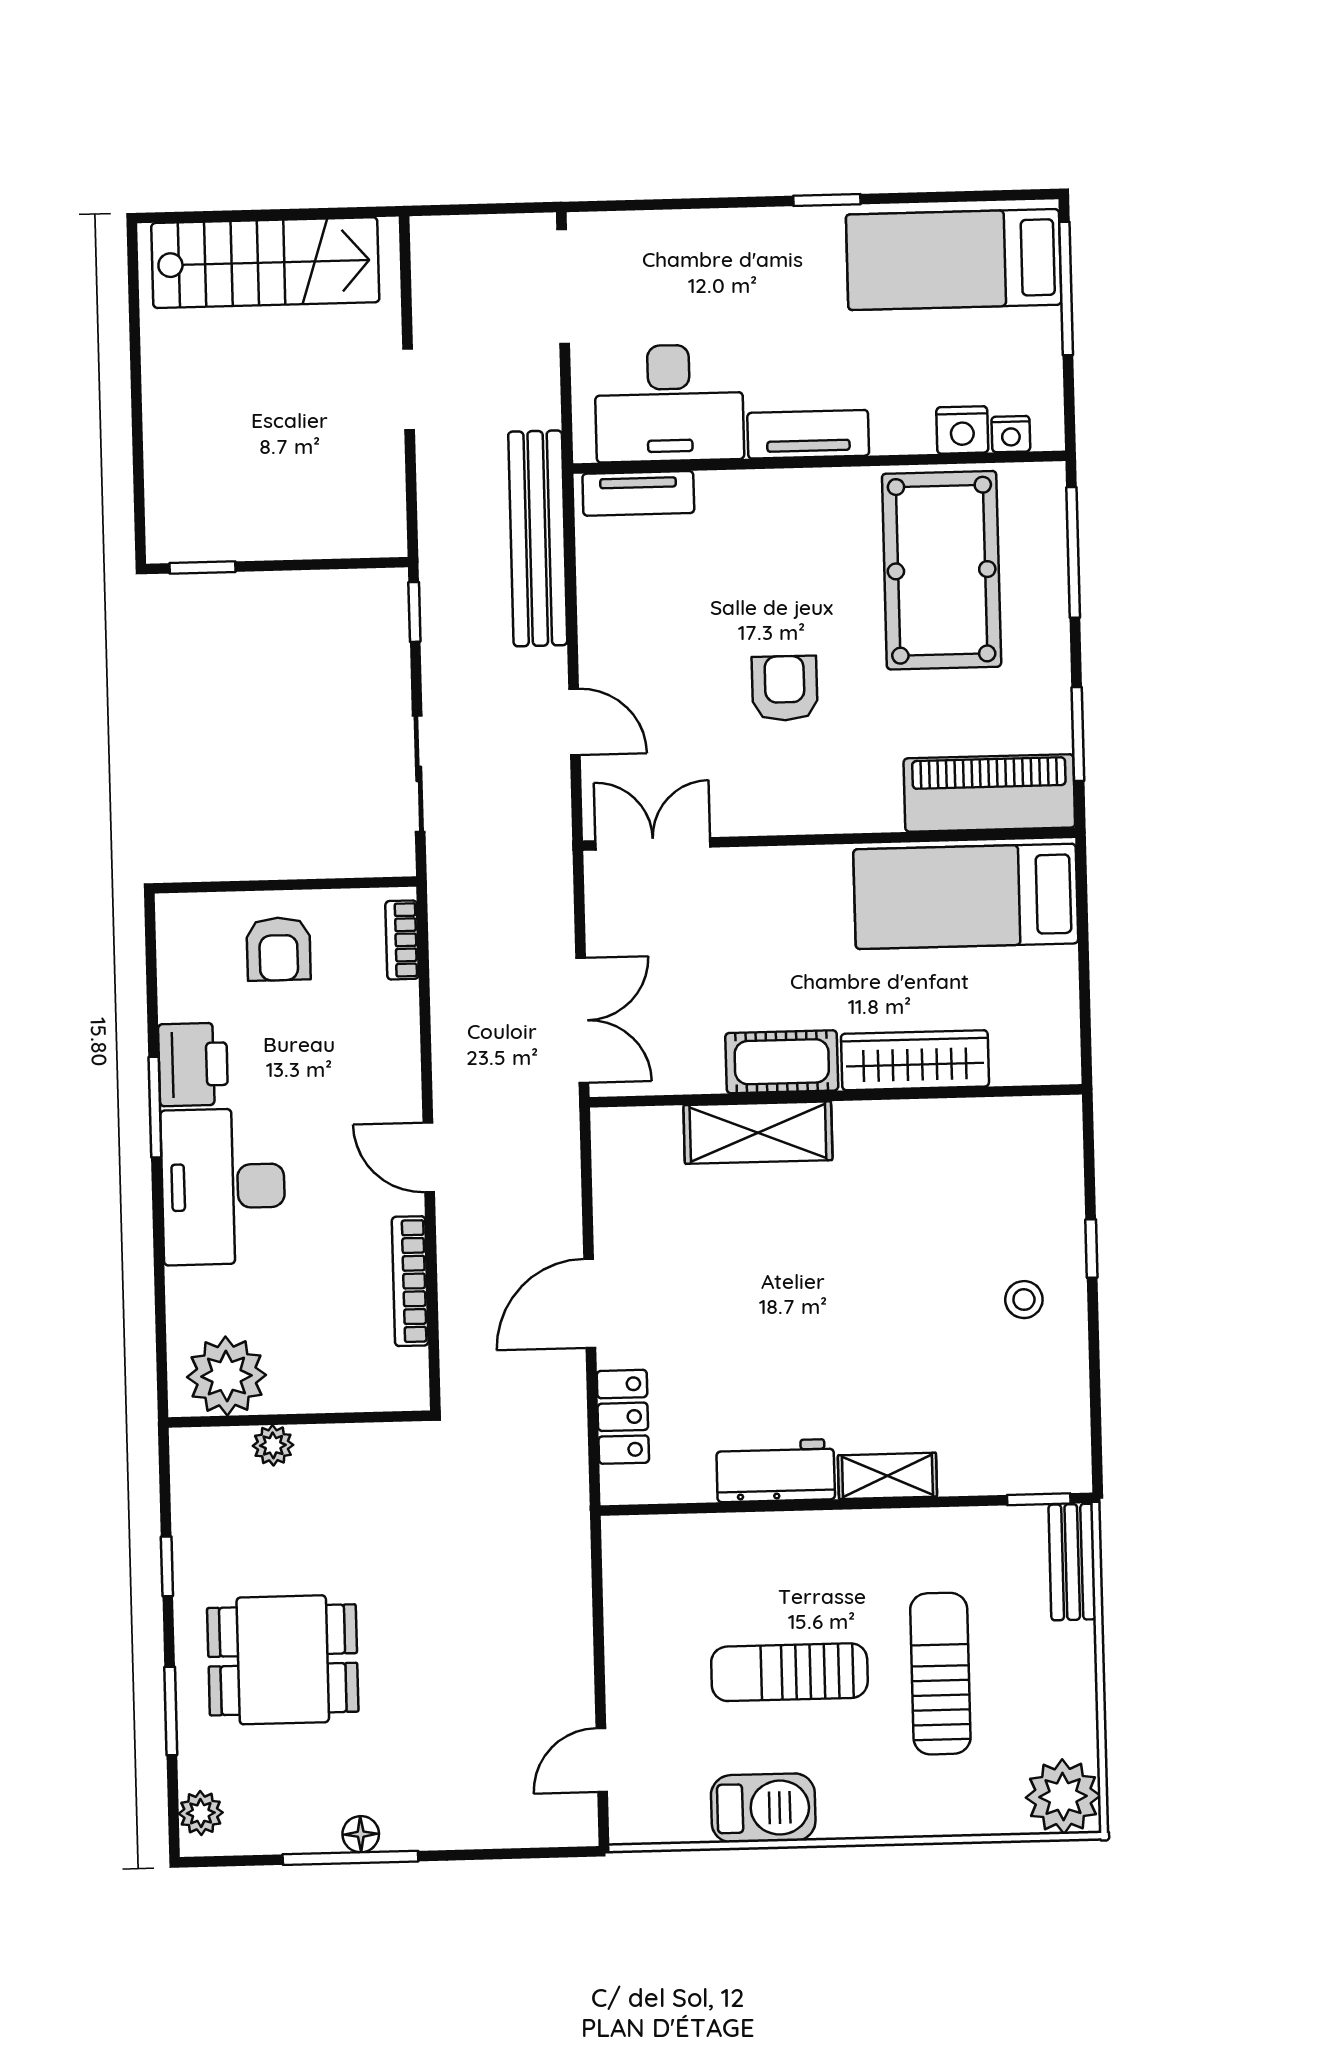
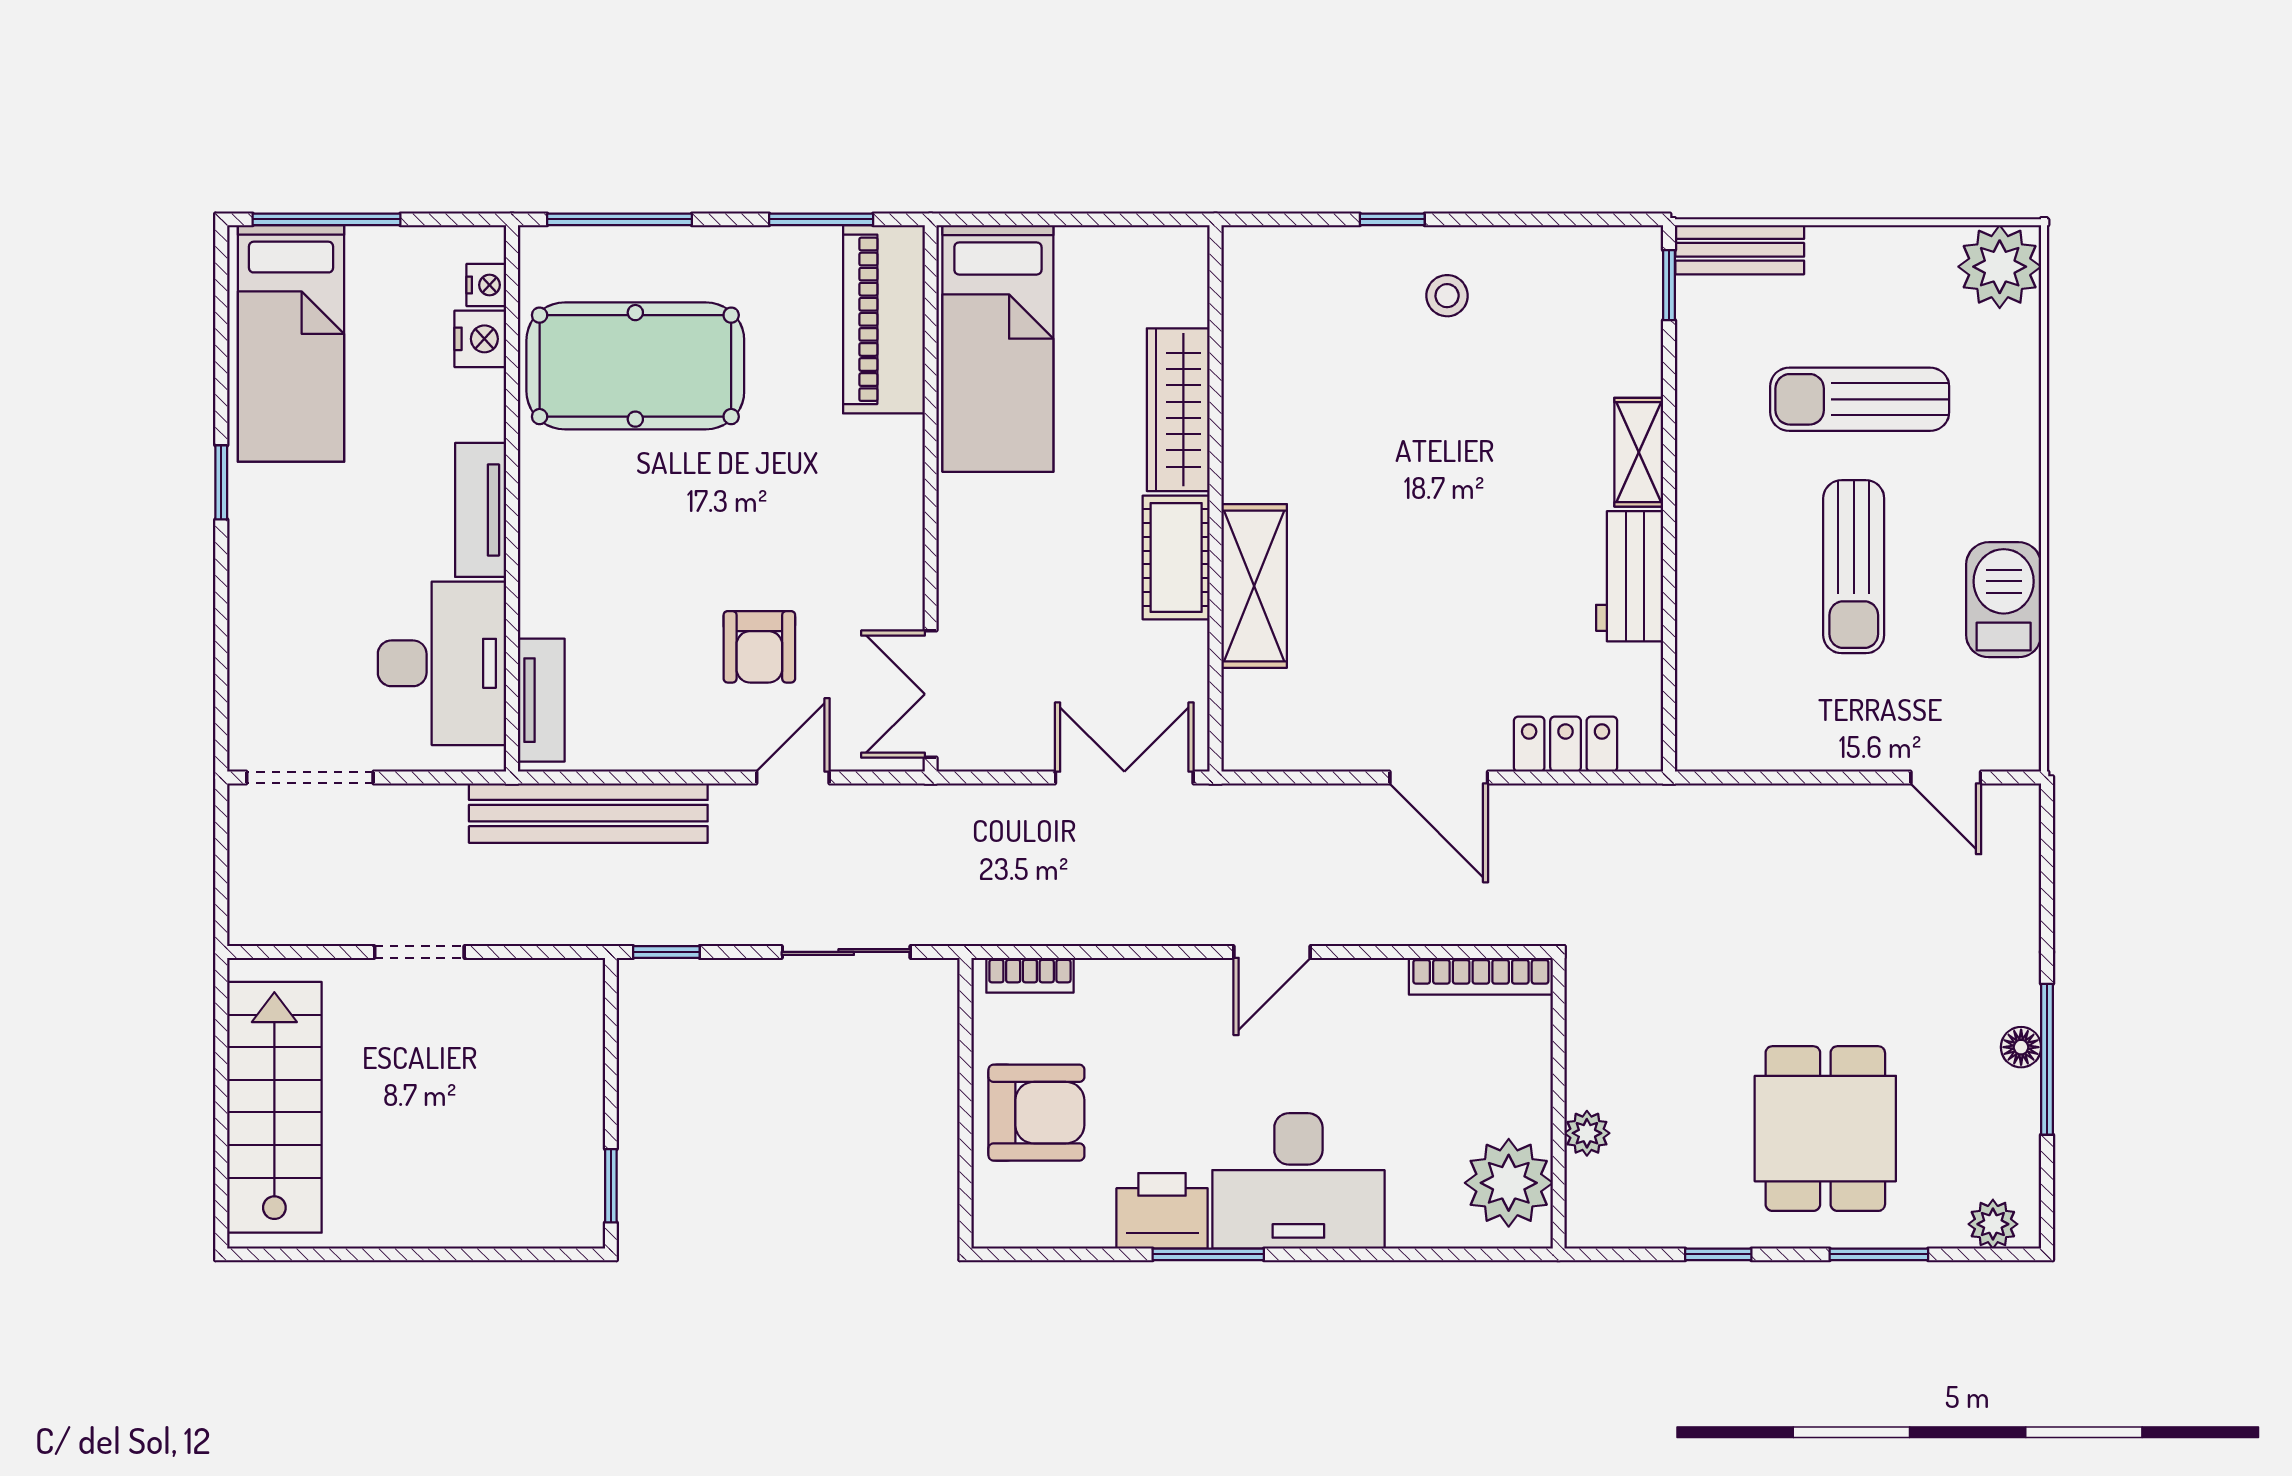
armchair: (785, 688) -> (759, 647), moved, turned -90
armchair: (279, 949) -> (1036, 1113), width x1.38, depth x1.38
bookcase: (410, 1281) -> (1481, 976), moved

